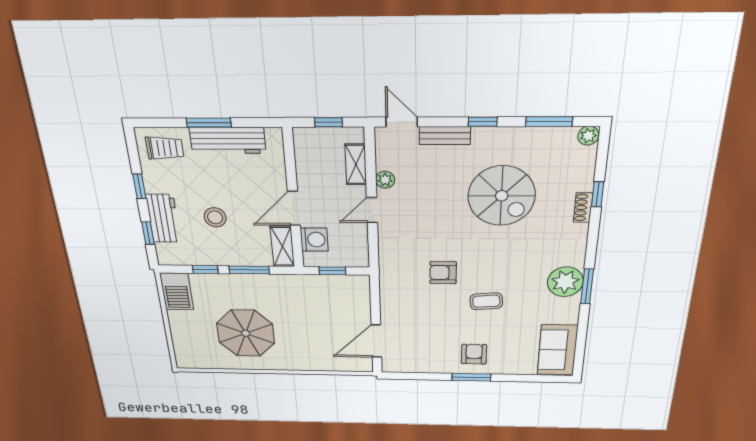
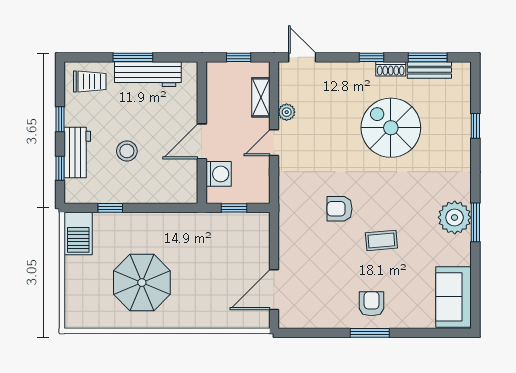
bench: (445, 136) -> (429, 70), moved
plant: (588, 136) -> (462, 70), removed
spiral stairs: (502, 196) -> (391, 128), turned 180
shoe rack: (583, 208) -> (391, 69), moved, turned -90
shelving: (282, 246) -> (188, 182), removed
window: (249, 270) -> (153, 208), removed

